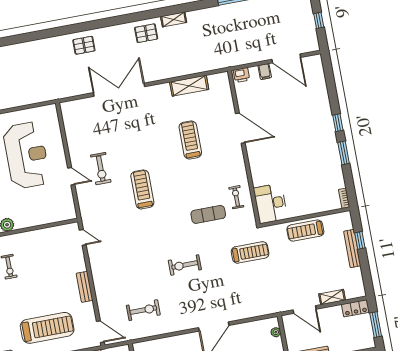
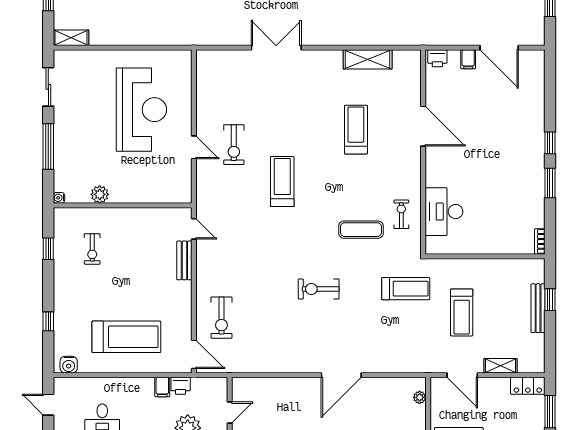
double door: (119, 90) -> (276, 48), width x0.73
desk: (271, 203) -> (444, 212), moved
treadmill: (305, 231) -> (462, 312), moved, turned -90
bench: (85, 287) -> (184, 260), moved
exercise bike: (143, 310) -> (221, 318), moved, turned 90

